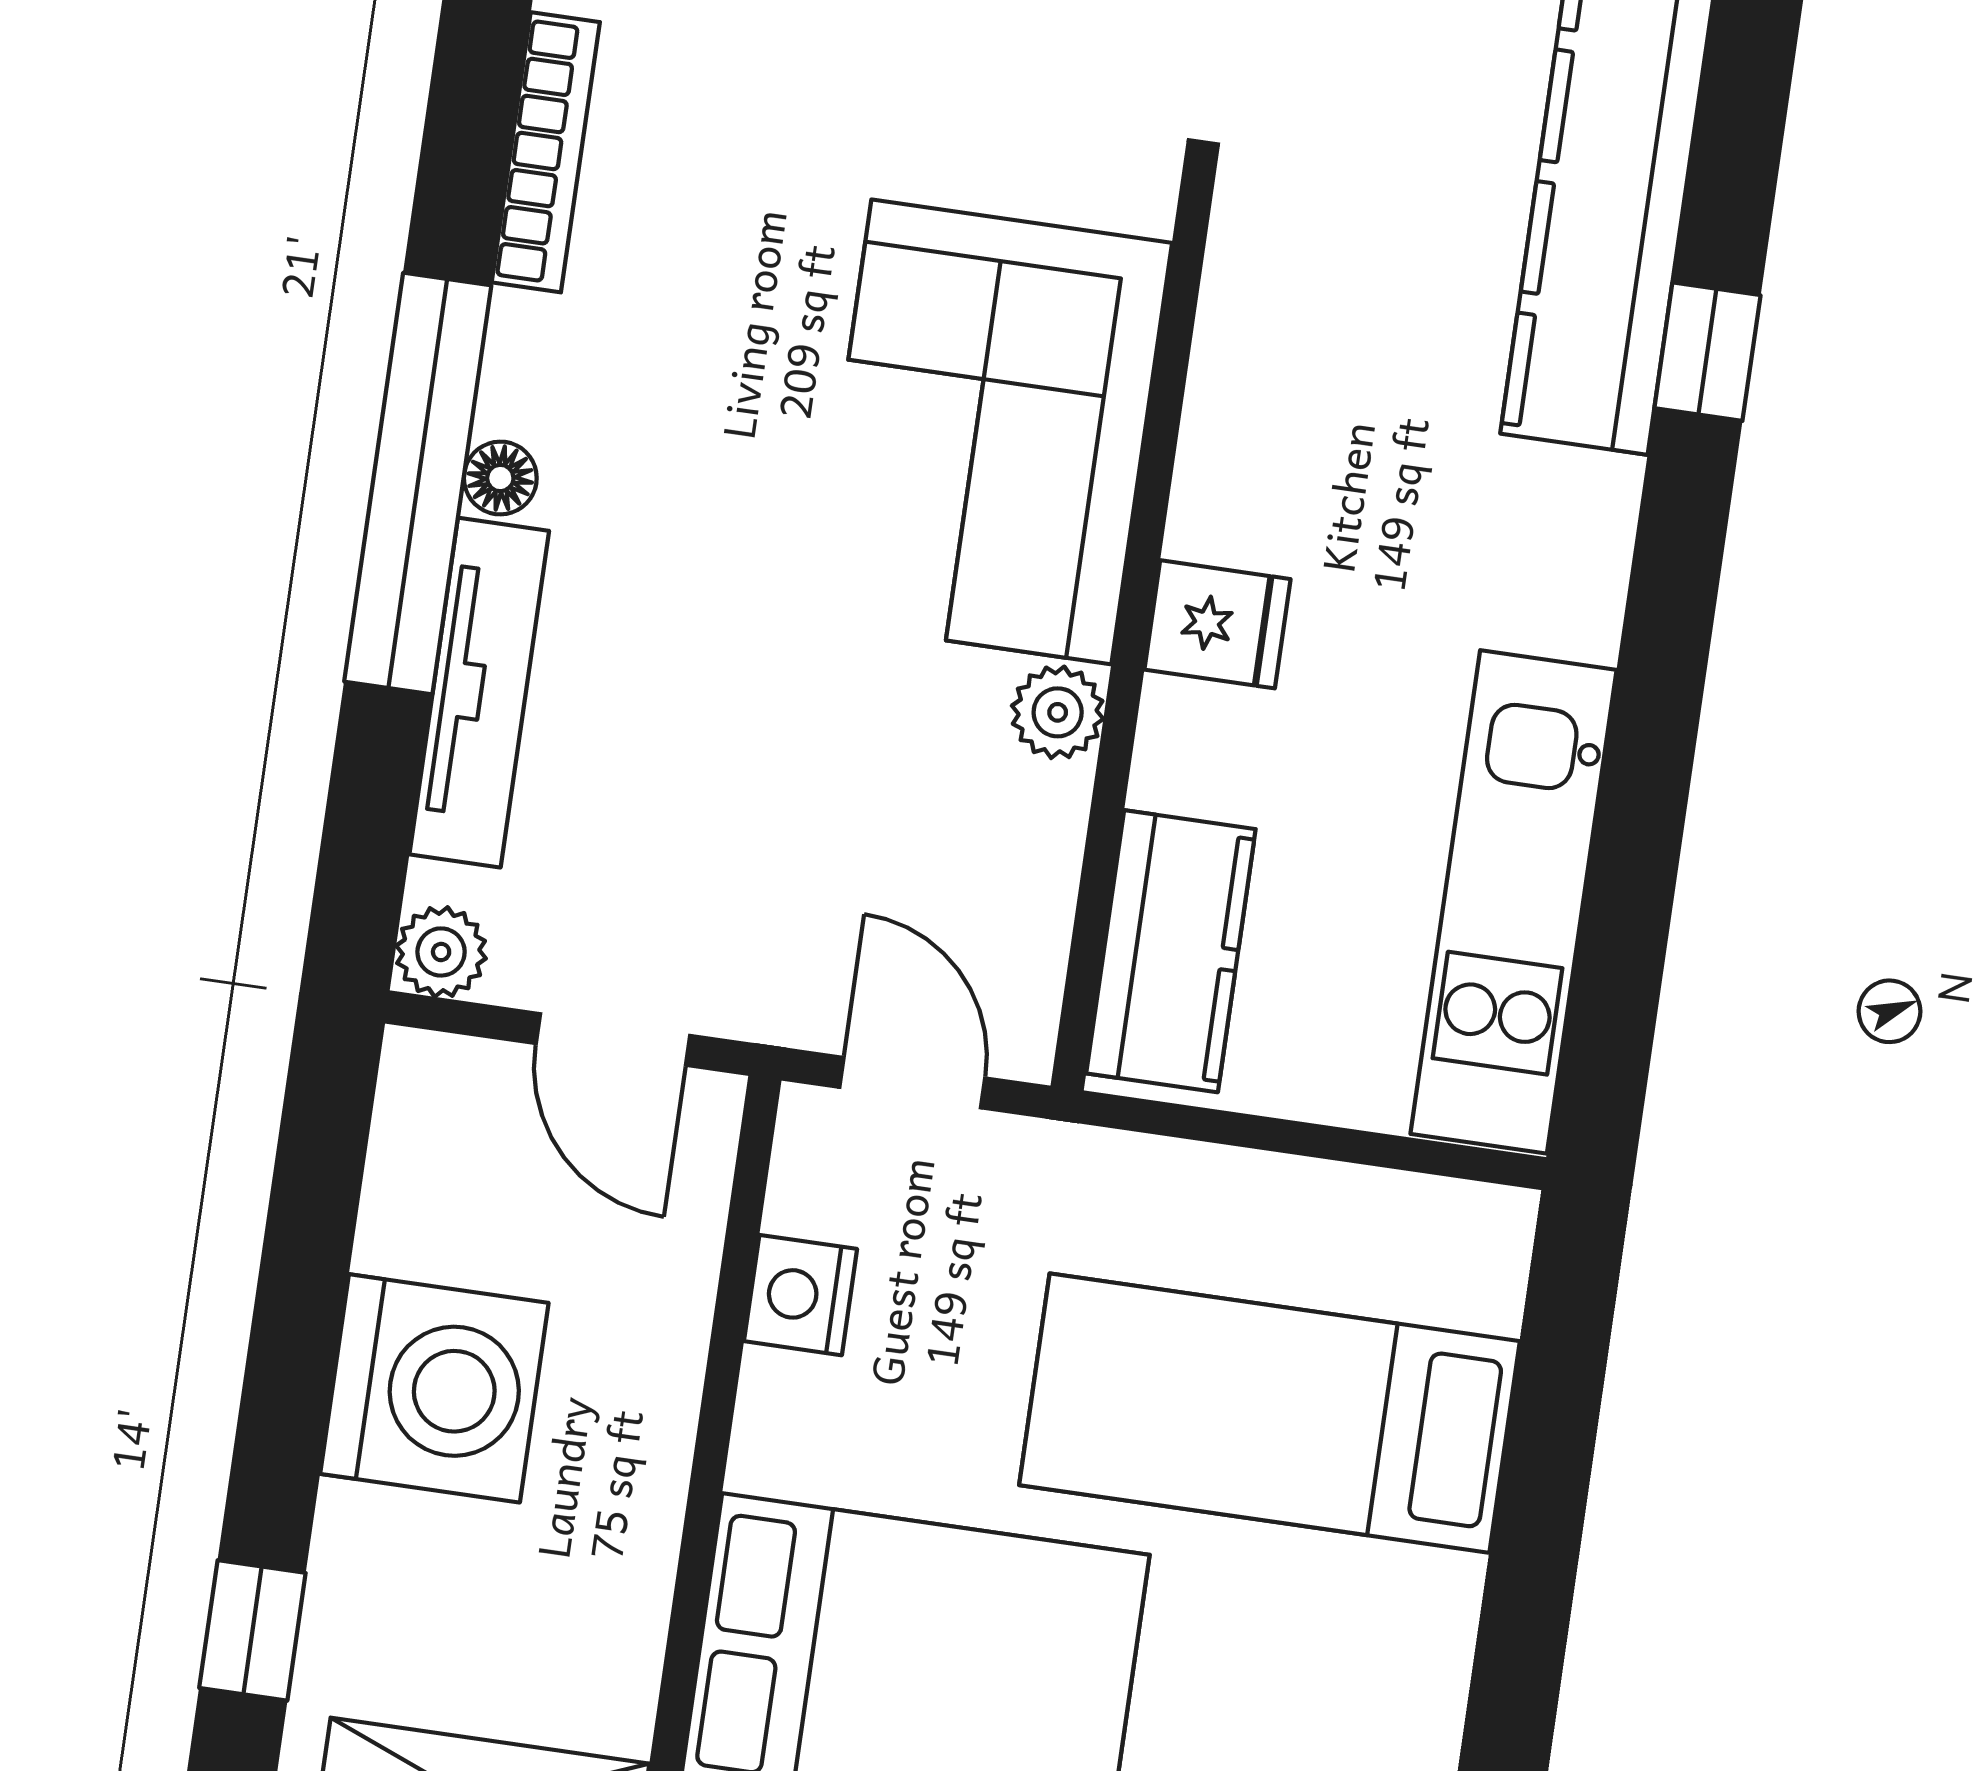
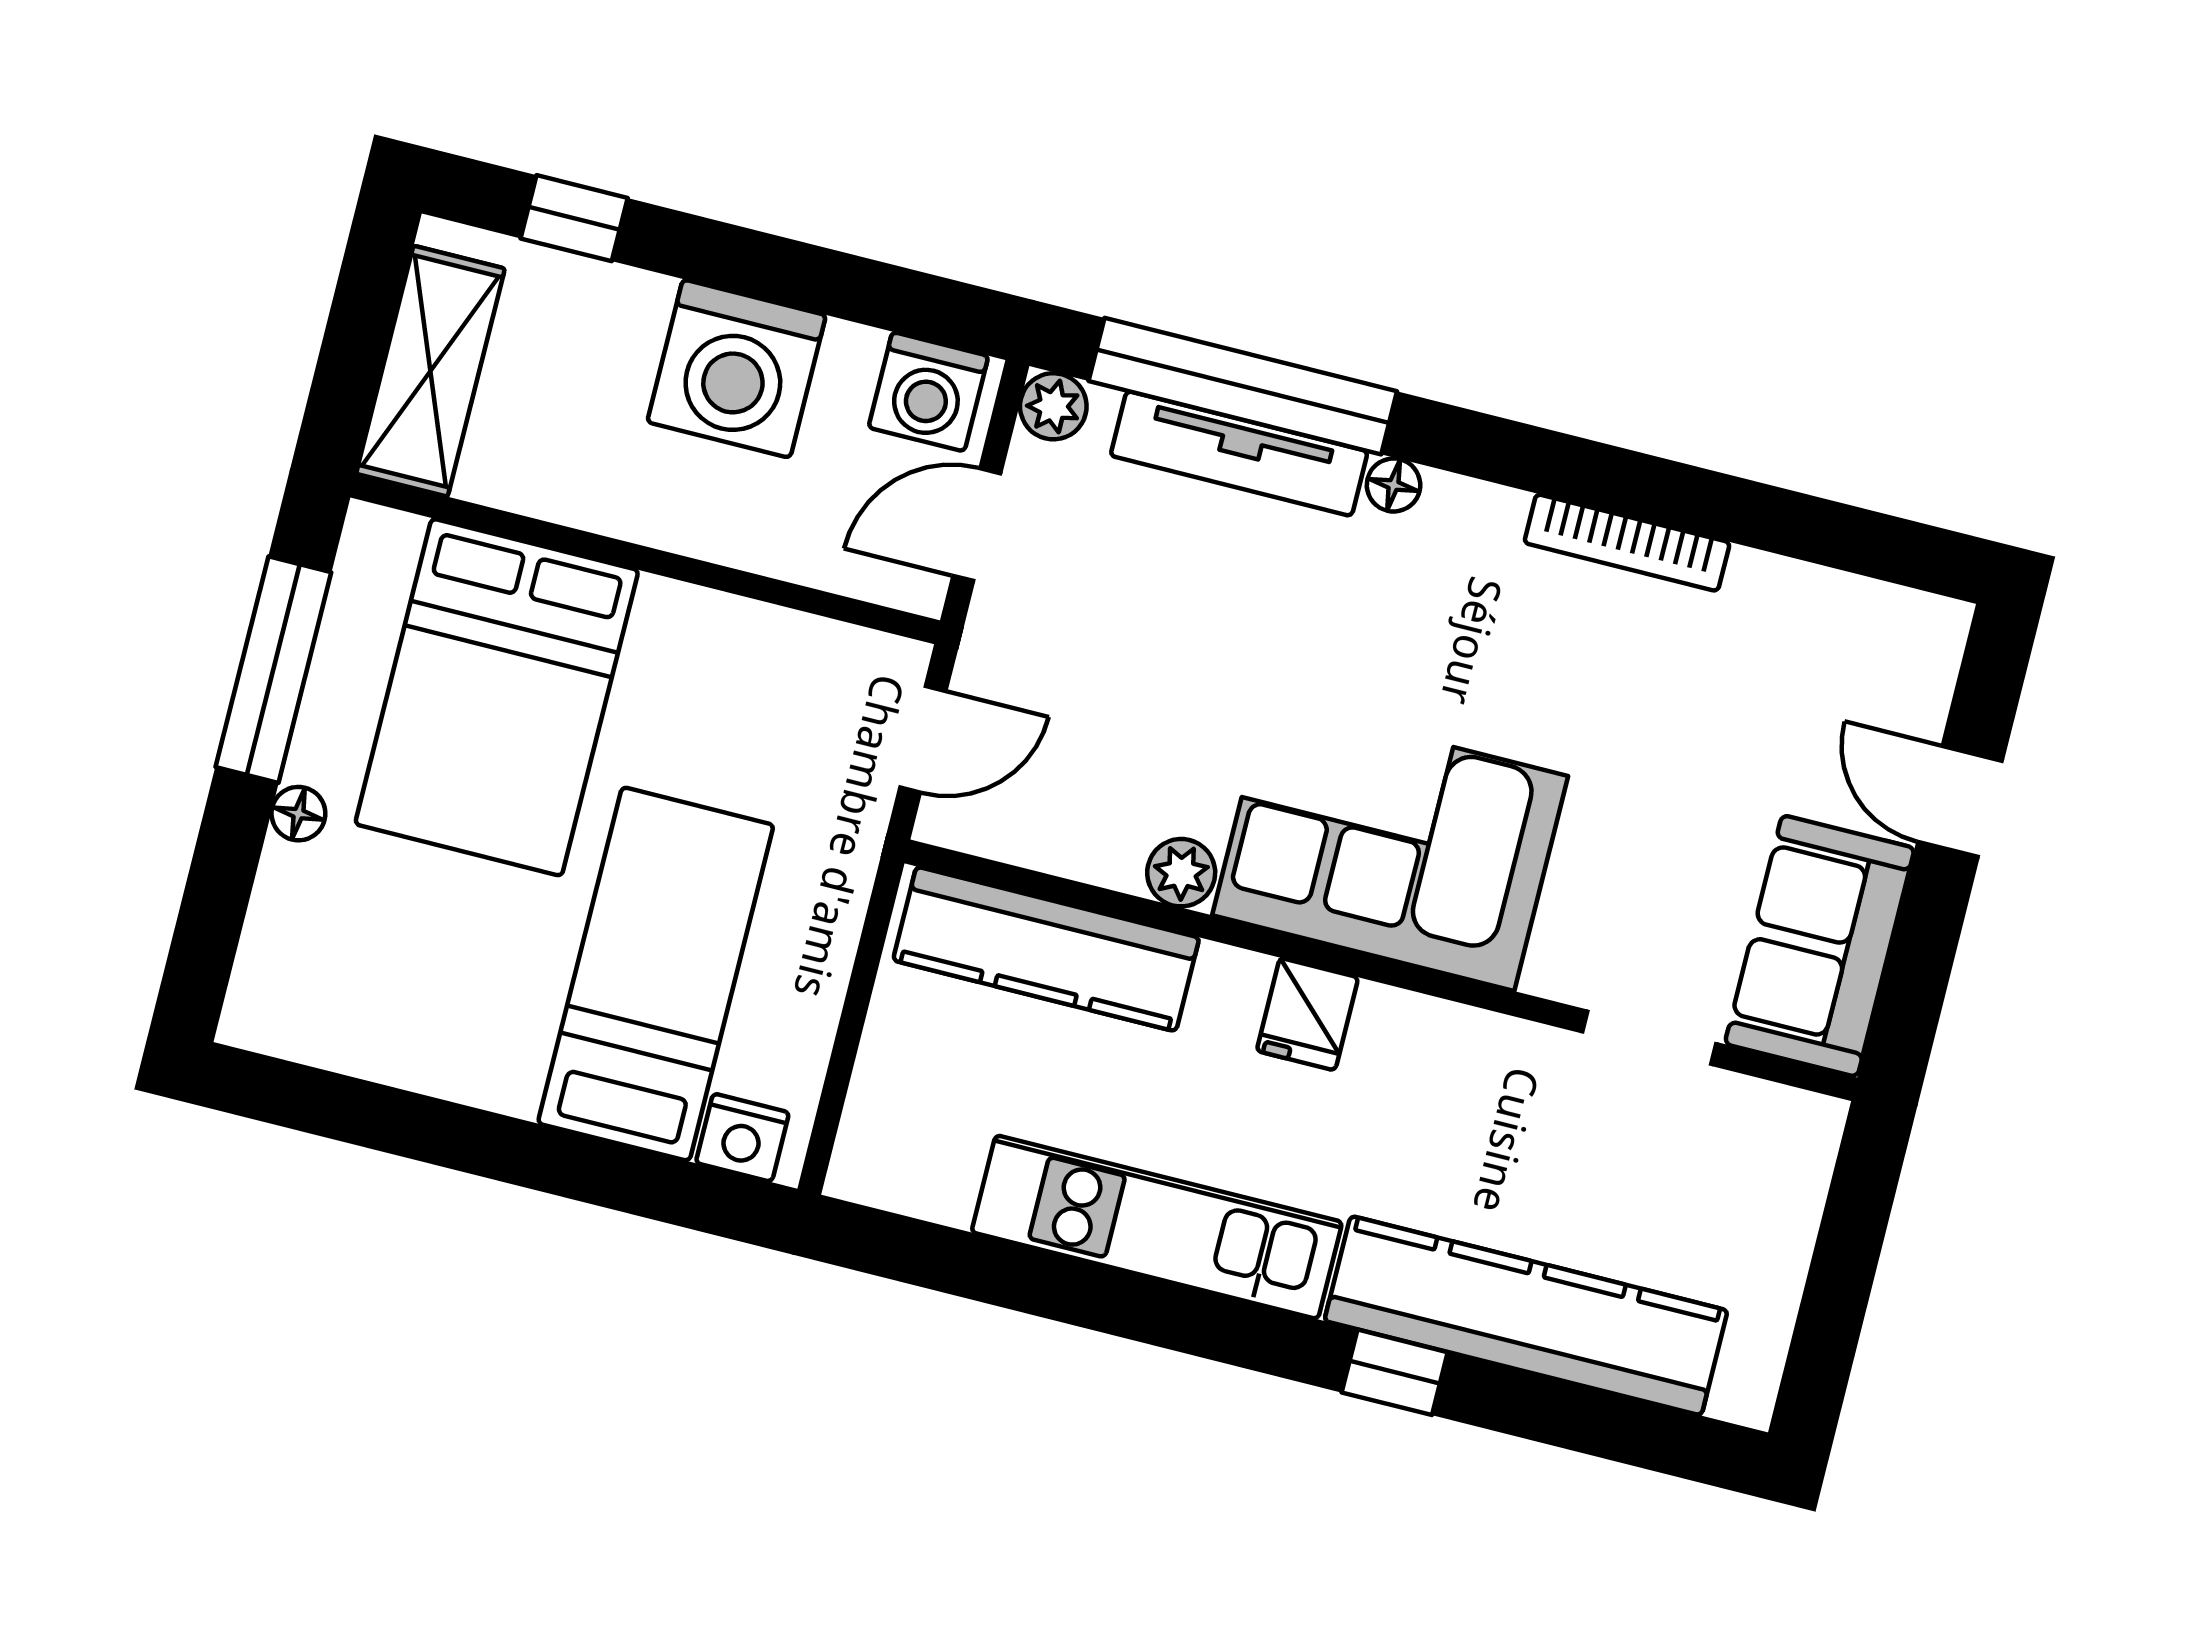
window: (418, 484) -> (1243, 386), moved
fridge: (1217, 624) -> (1307, 1014), moved
kitchen unit: (1514, 902) -> (1157, 1227), moved
kitchen counter: (1171, 951) -> (1046, 949), width x1.50
washing machine: (439, 1124) -> (928, 392), added
nightstand: (801, 1295) -> (742, 1138), moved, turned 180

